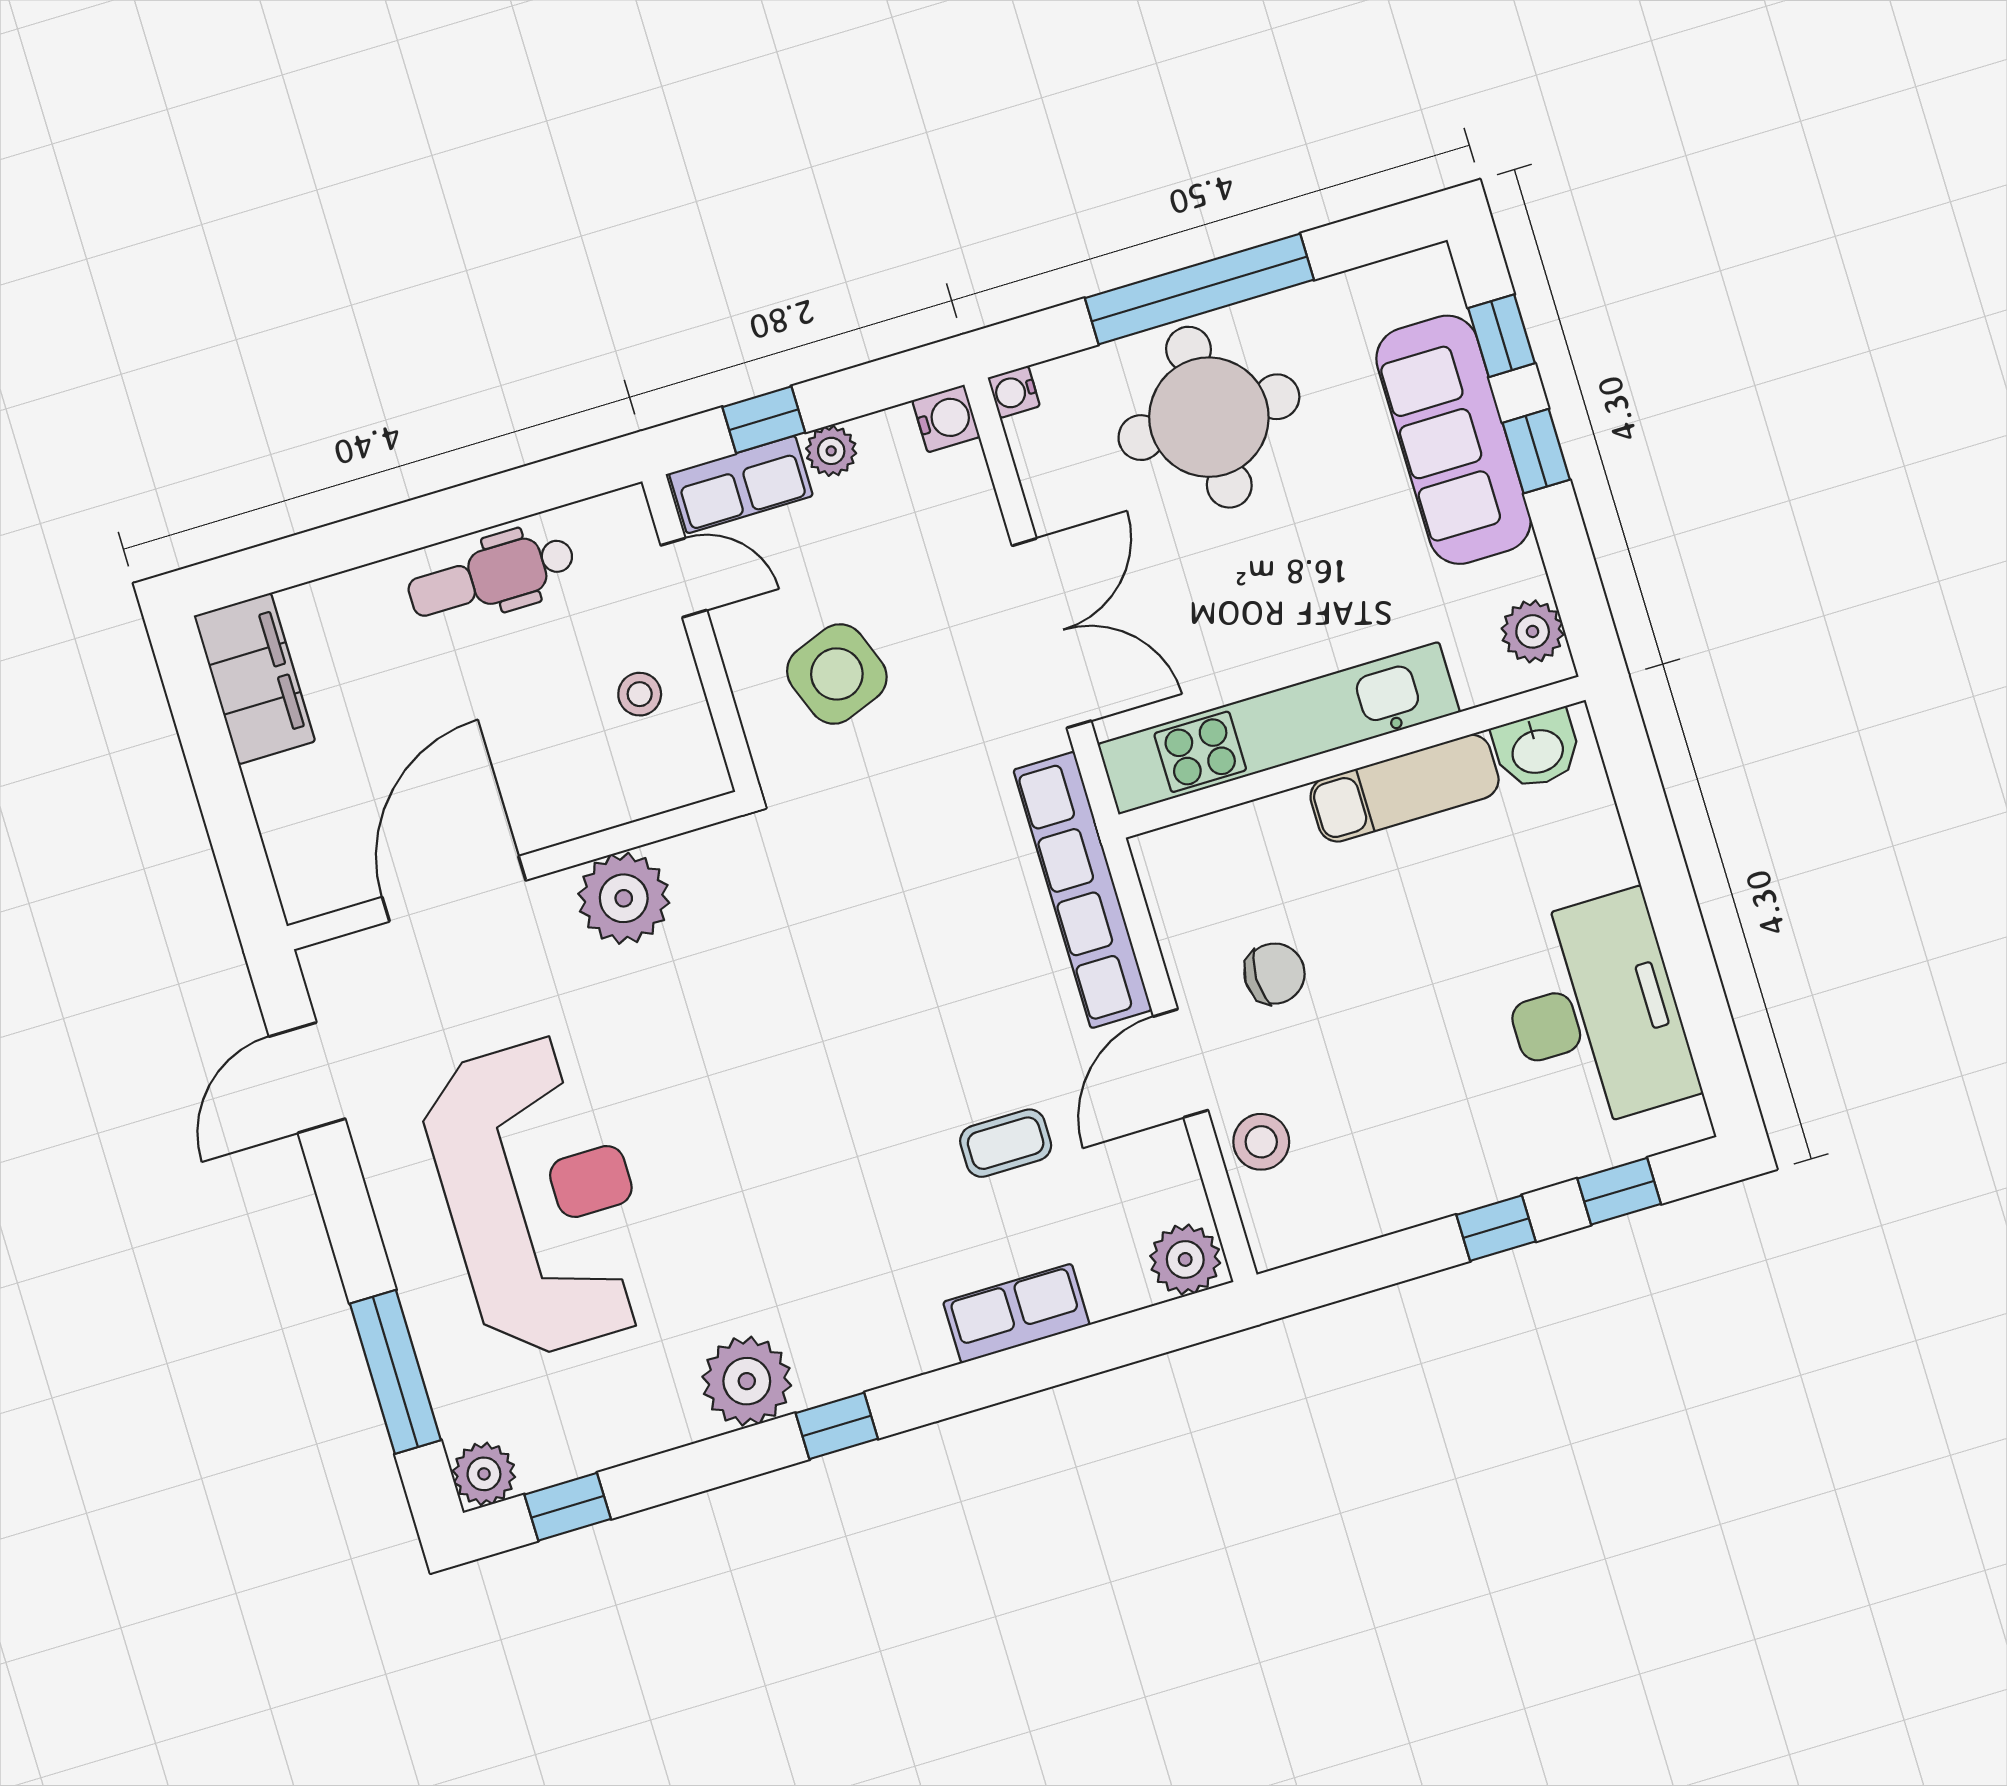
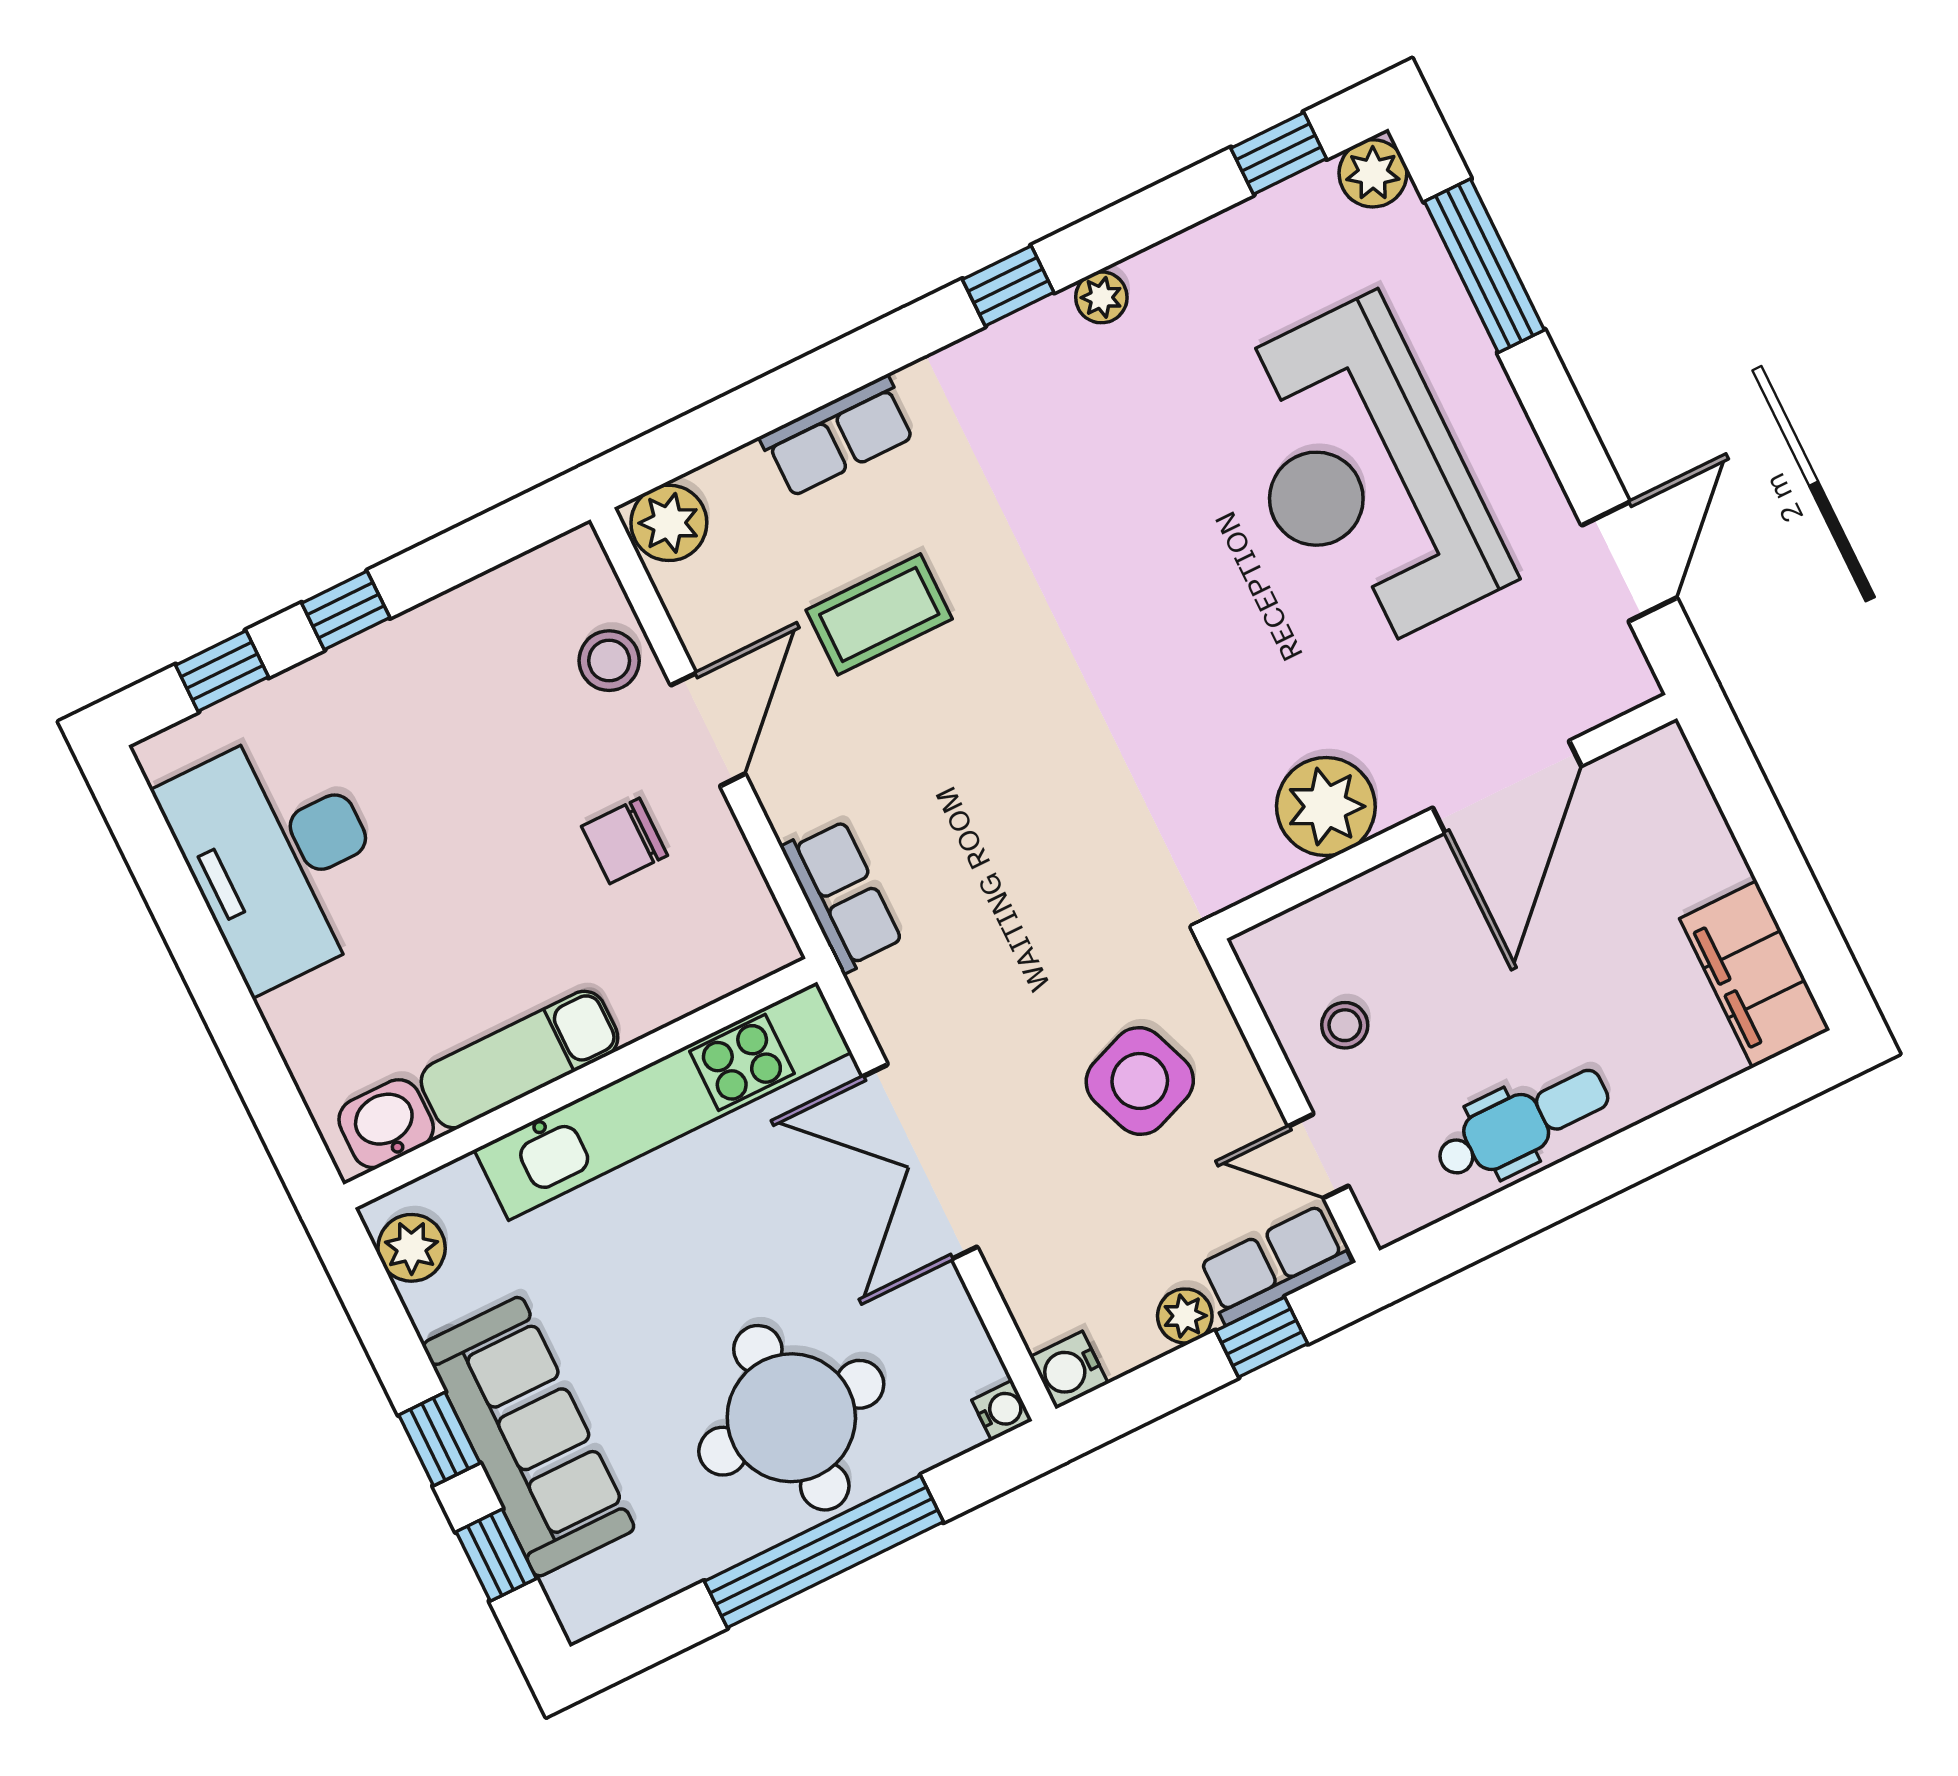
row of seats: (1083, 890) -> (842, 896), width x0.50
coffee table: (1006, 1143) -> (879, 614), width x1.36, depth x1.30
plant: (747, 1381) -> (1101, 297), width x0.53, depth x0.53

